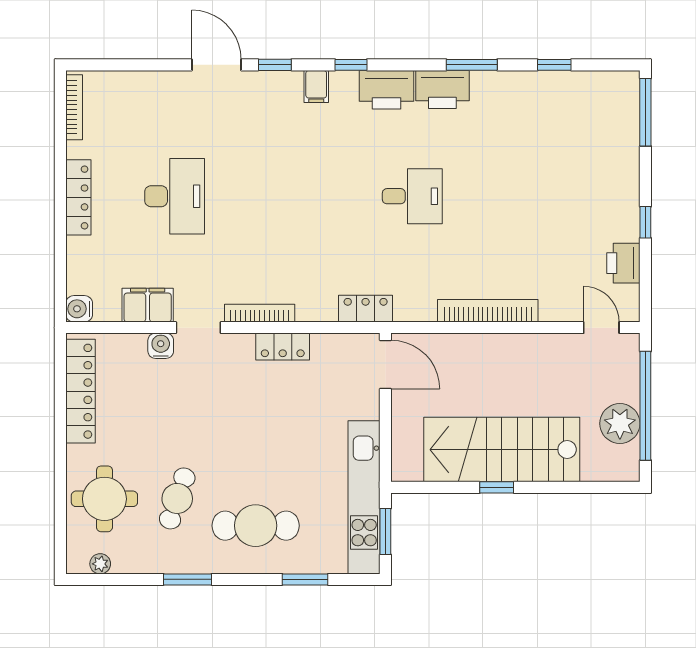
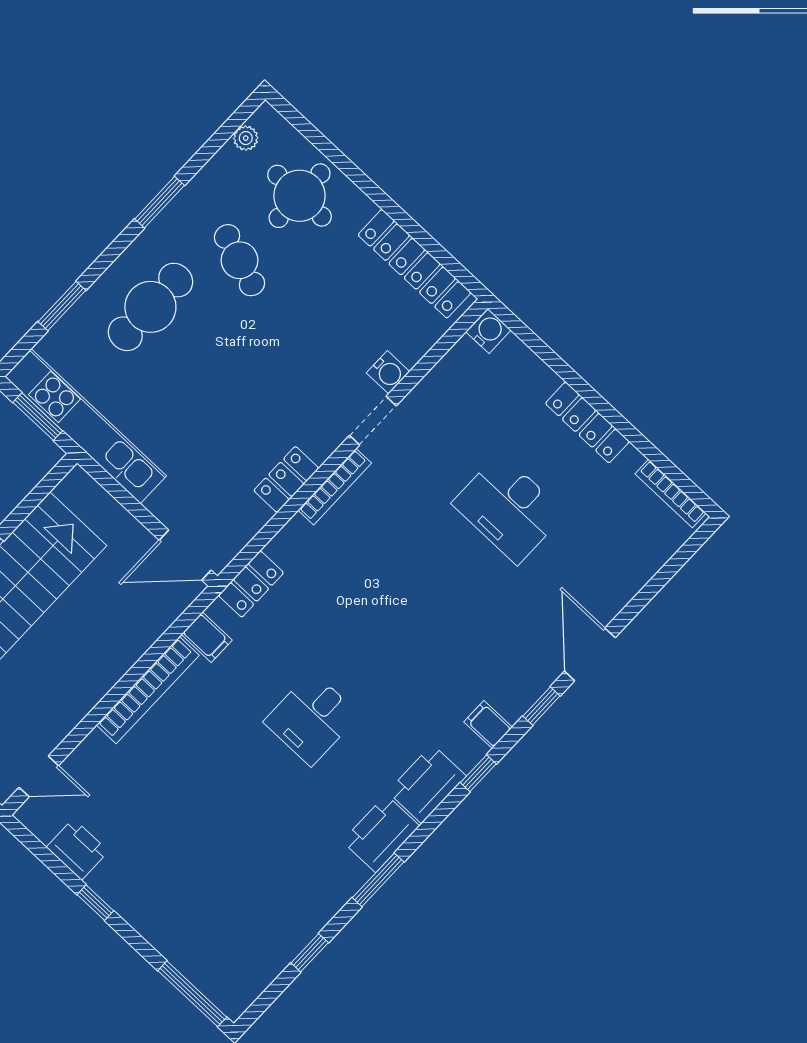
door: (216, 65) -> (590, 654), swing flipped
filing cabinet: (148, 305) -> (207, 637), moved, width x0.50

